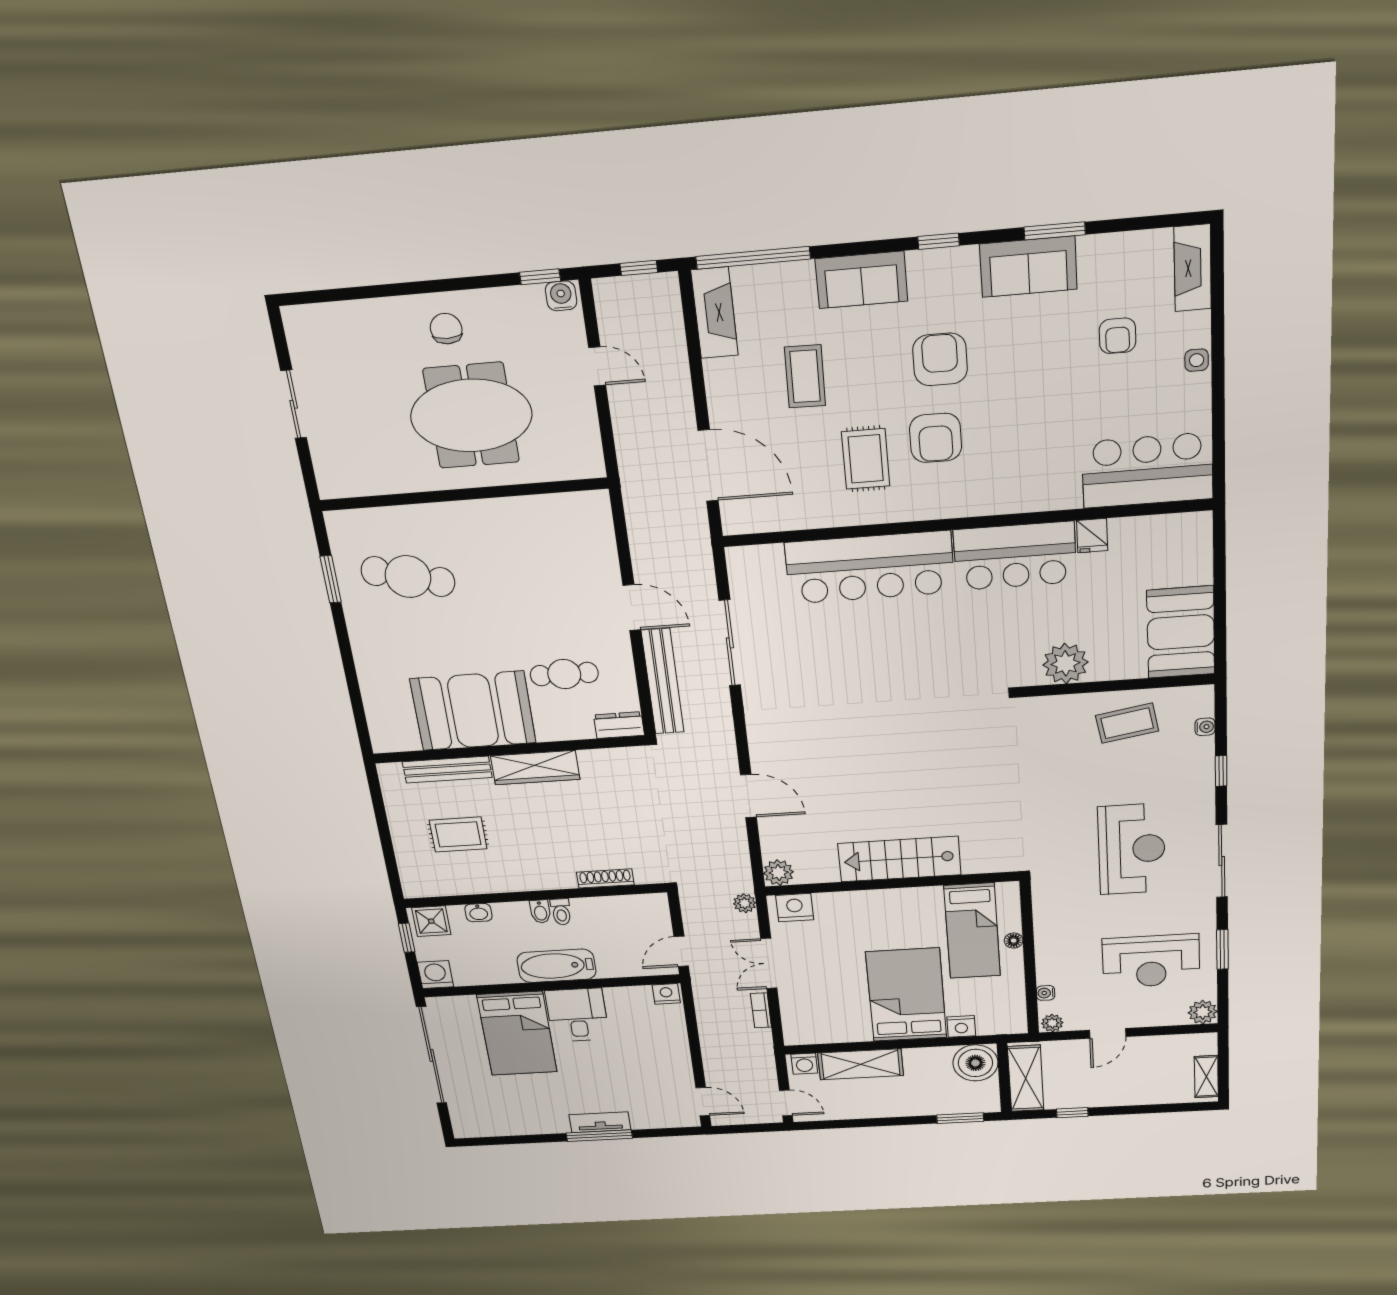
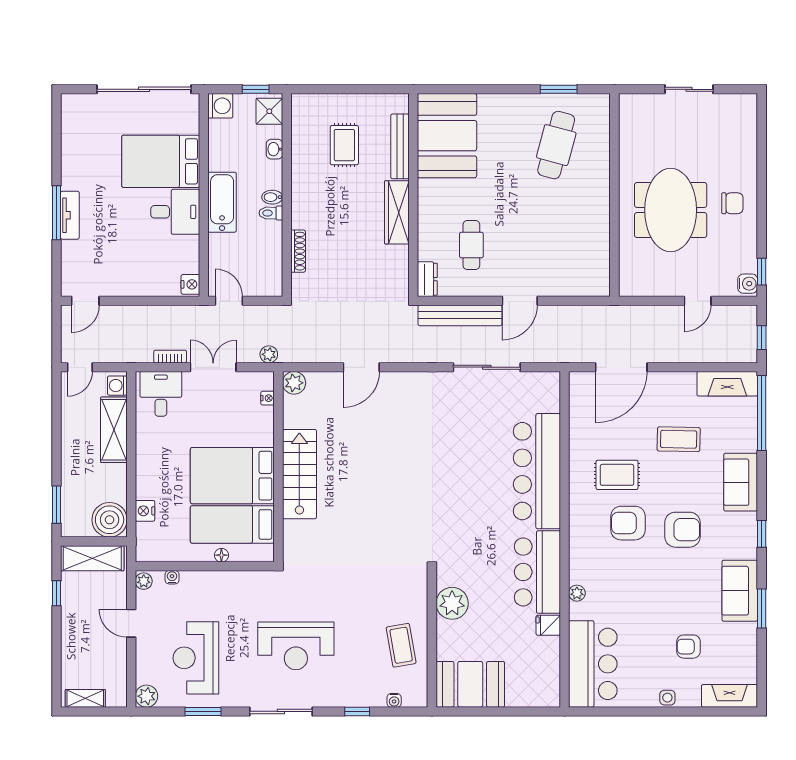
plant: (1043, 500) -> (577, 593), added
booth: (473, 711) -> (447, 136), moved
nightstand: (795, 908) -> (268, 398), width x0.53, depth x0.56
bed: (906, 995) -> (232, 476), moved, turned 180
desk: (810, 1018) -> (161, 394), added

